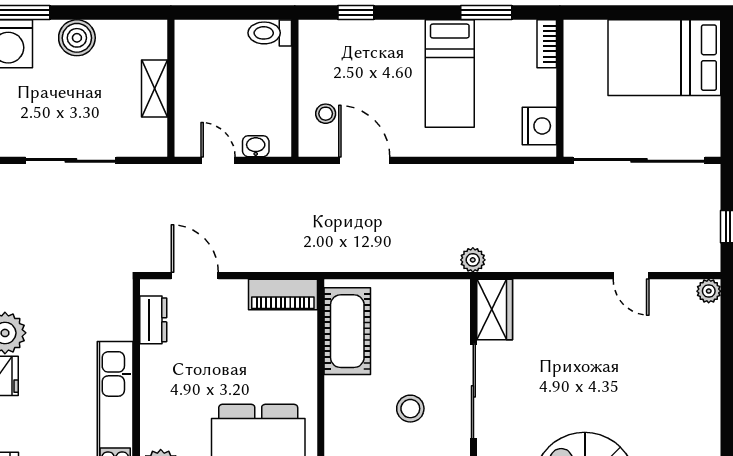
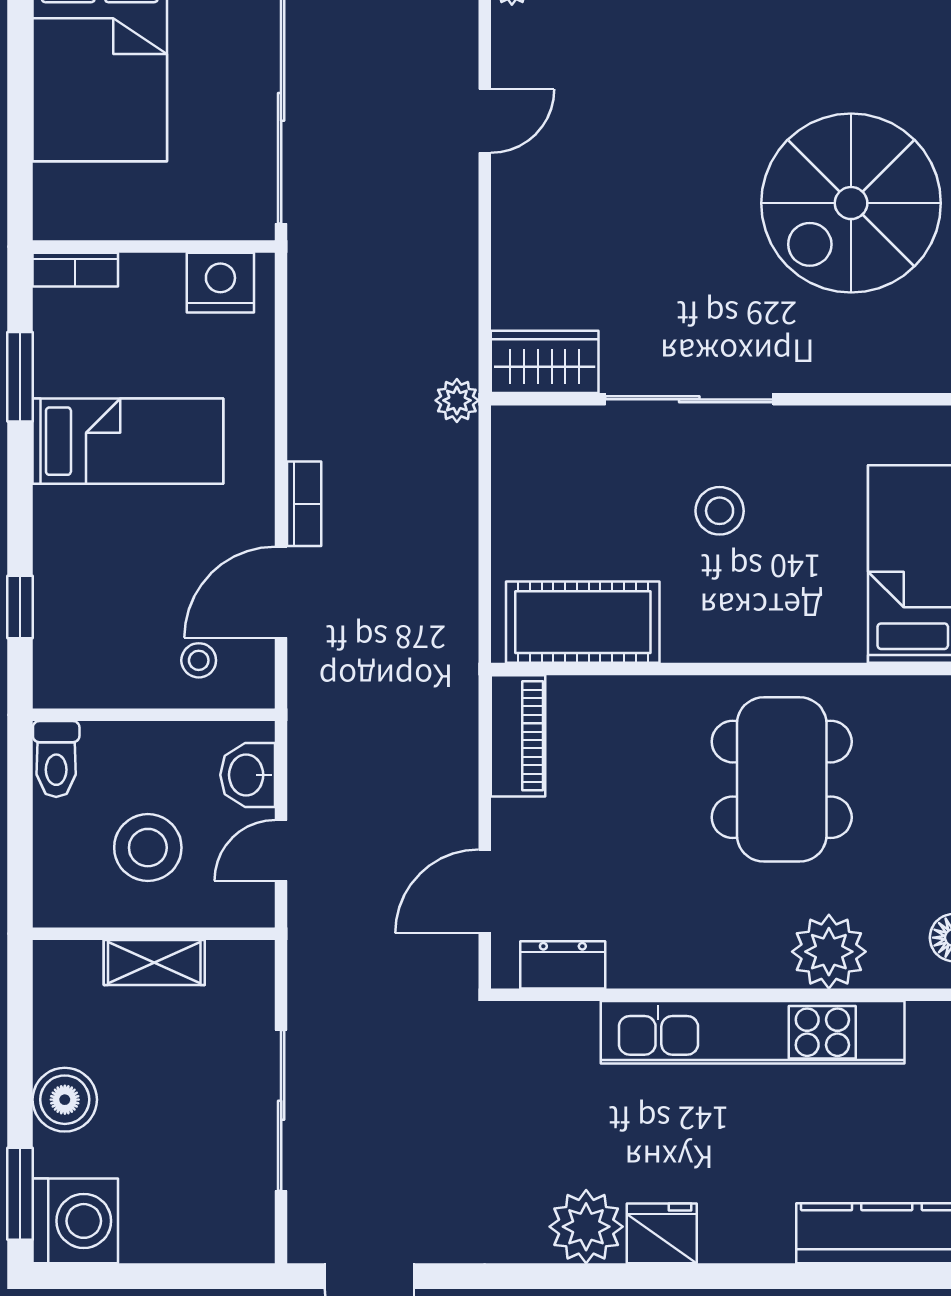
stool: (220, 85) -> (148, 848), added
washbasin: (256, 146) -> (248, 775), width x1.38, depth x1.45
bookcase: (414, 173) -> (304, 504), added

